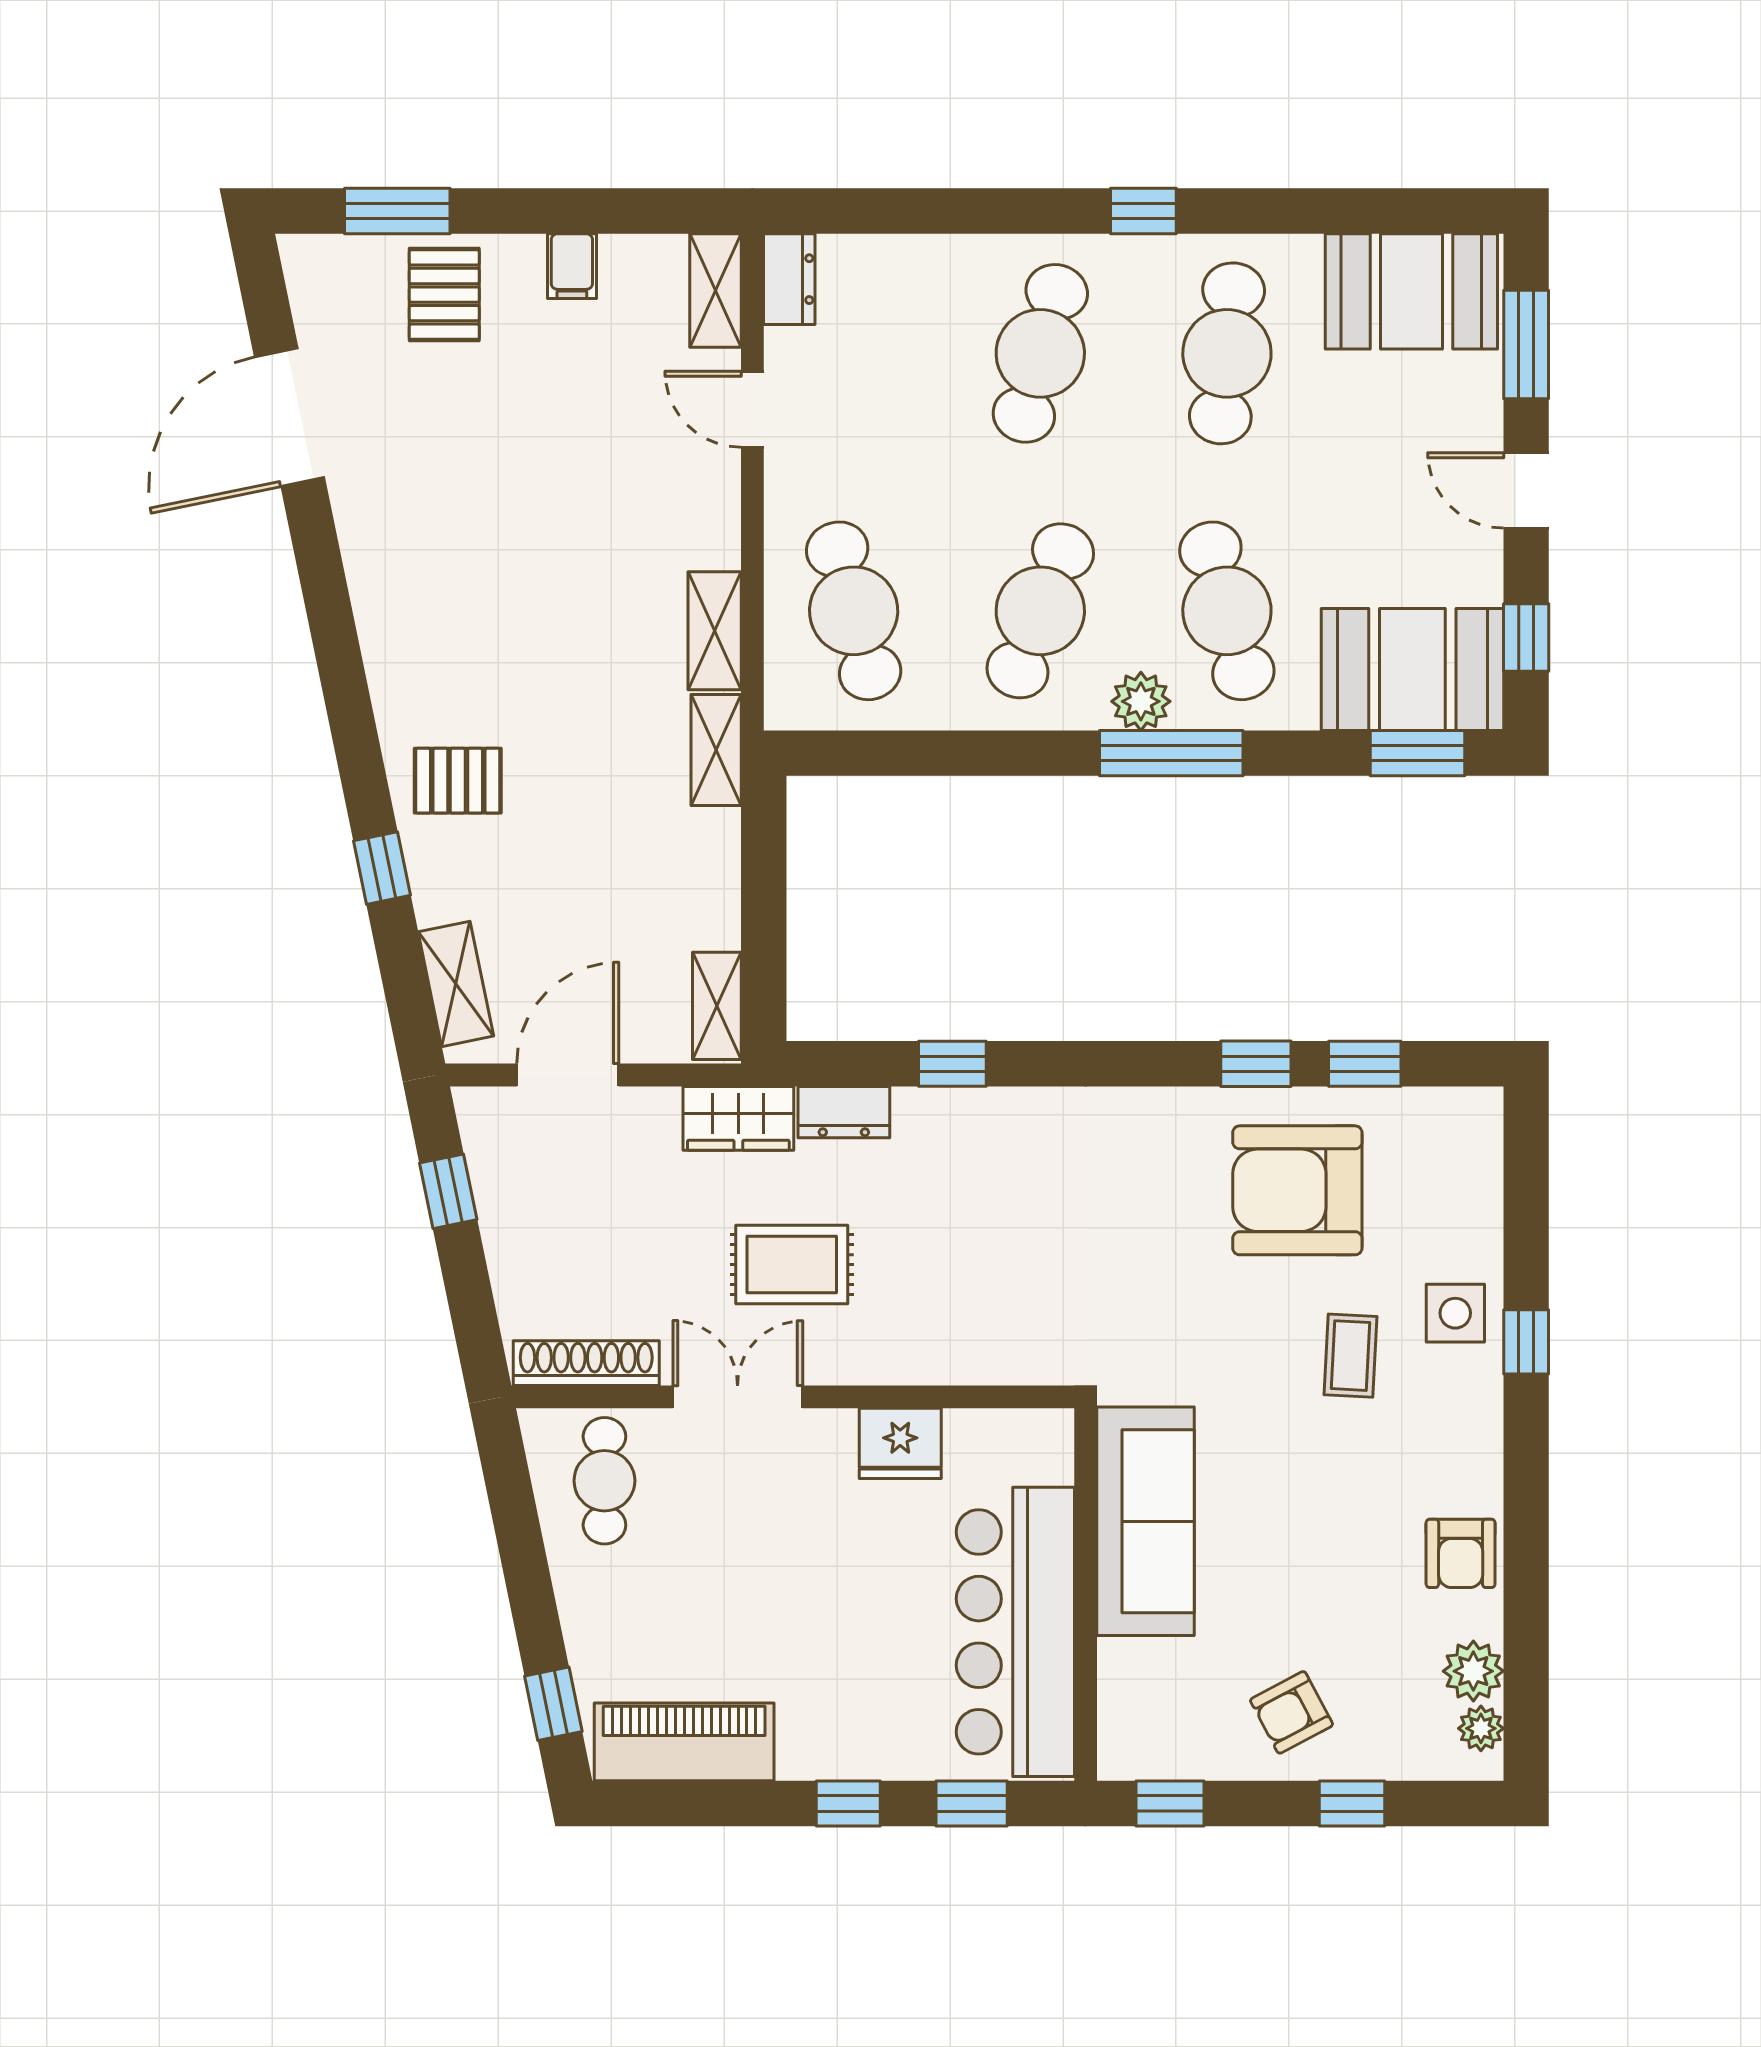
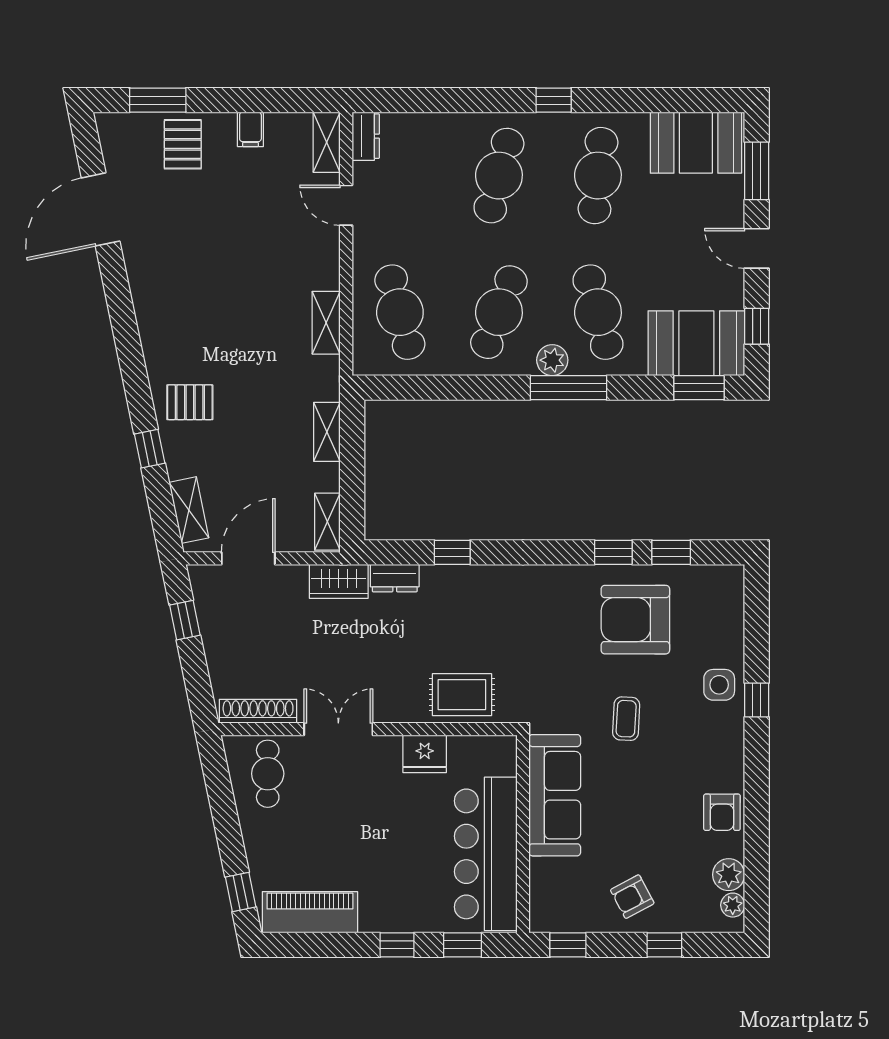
shelving: (716, 750) -> (327, 432), moved
rug: (792, 1265) -> (462, 695), moved
coffee table: (1351, 1356) -> (626, 719), moved

